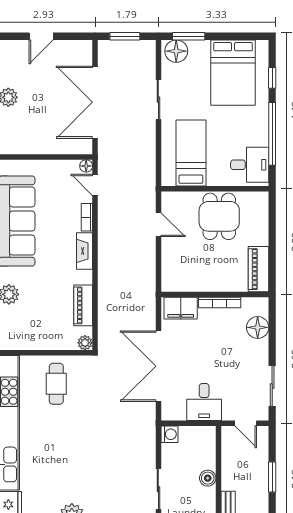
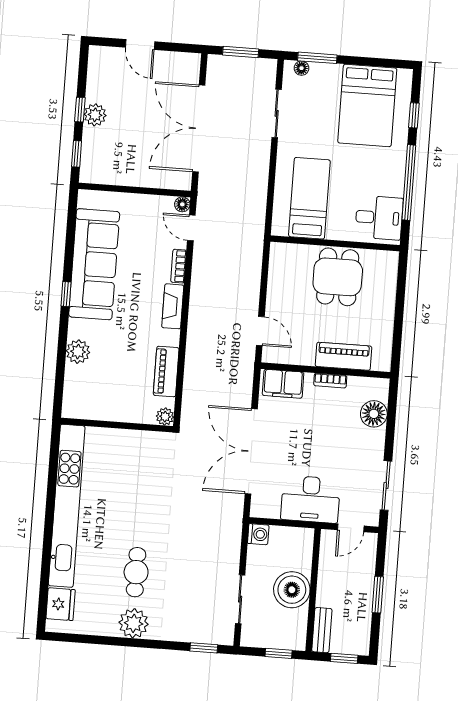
door: (41, 36) -> (140, 44), hinge flipped
floor lamp: (176, 51) -> (301, 68), width x0.53, depth x0.53
sliding door: (158, 100) -> (277, 113), moved
door: (158, 225) -> (260, 331), moved
piano: (258, 269) -> (344, 356), moved, turned 90
bookcase: (220, 303) -> (330, 381), width x0.64
cafe table: (56, 384) -> (136, 572), moved
desk: (204, 402) -> (311, 499), width x1.37
door: (246, 423) -> (351, 528), hinge flipped
boiler: (208, 478) -> (292, 590), width x1.86, depth x1.86

